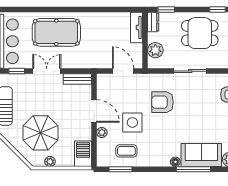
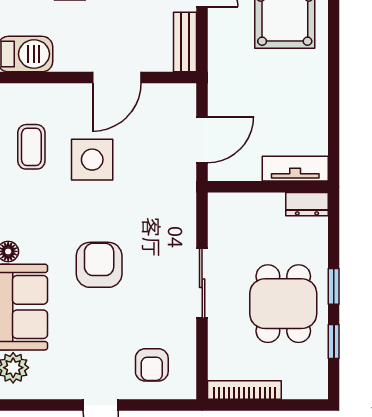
window: (166, 10) -> (334, 286), moved
plant: (155, 50) -> (247, 209), removed
armchair: (162, 102) -> (99, 265), moved
plant: (102, 132) -> (71, 94), removed

